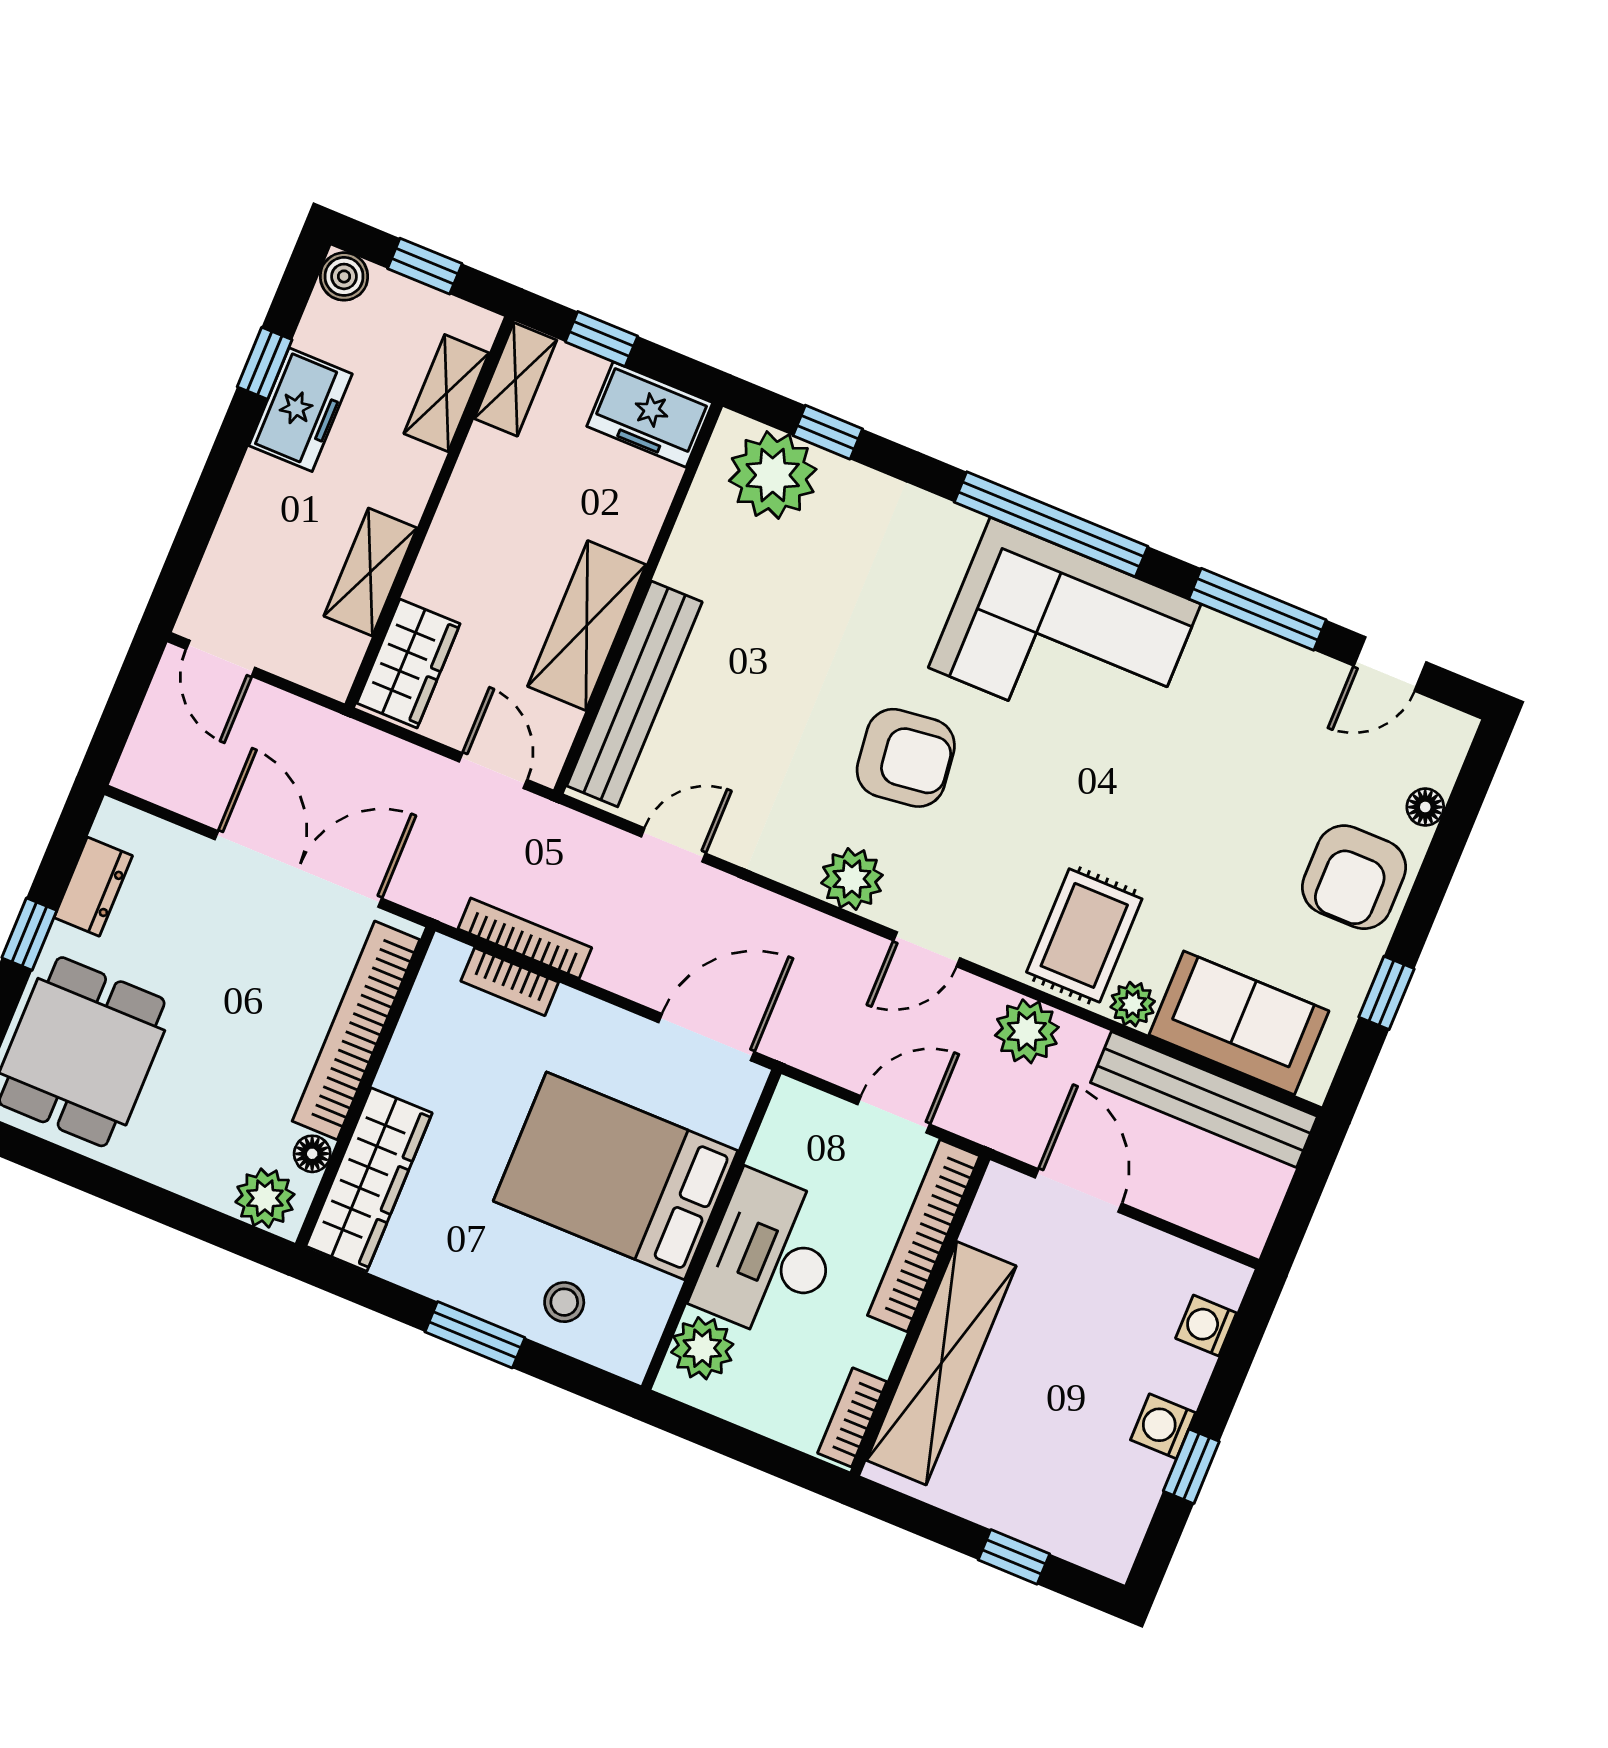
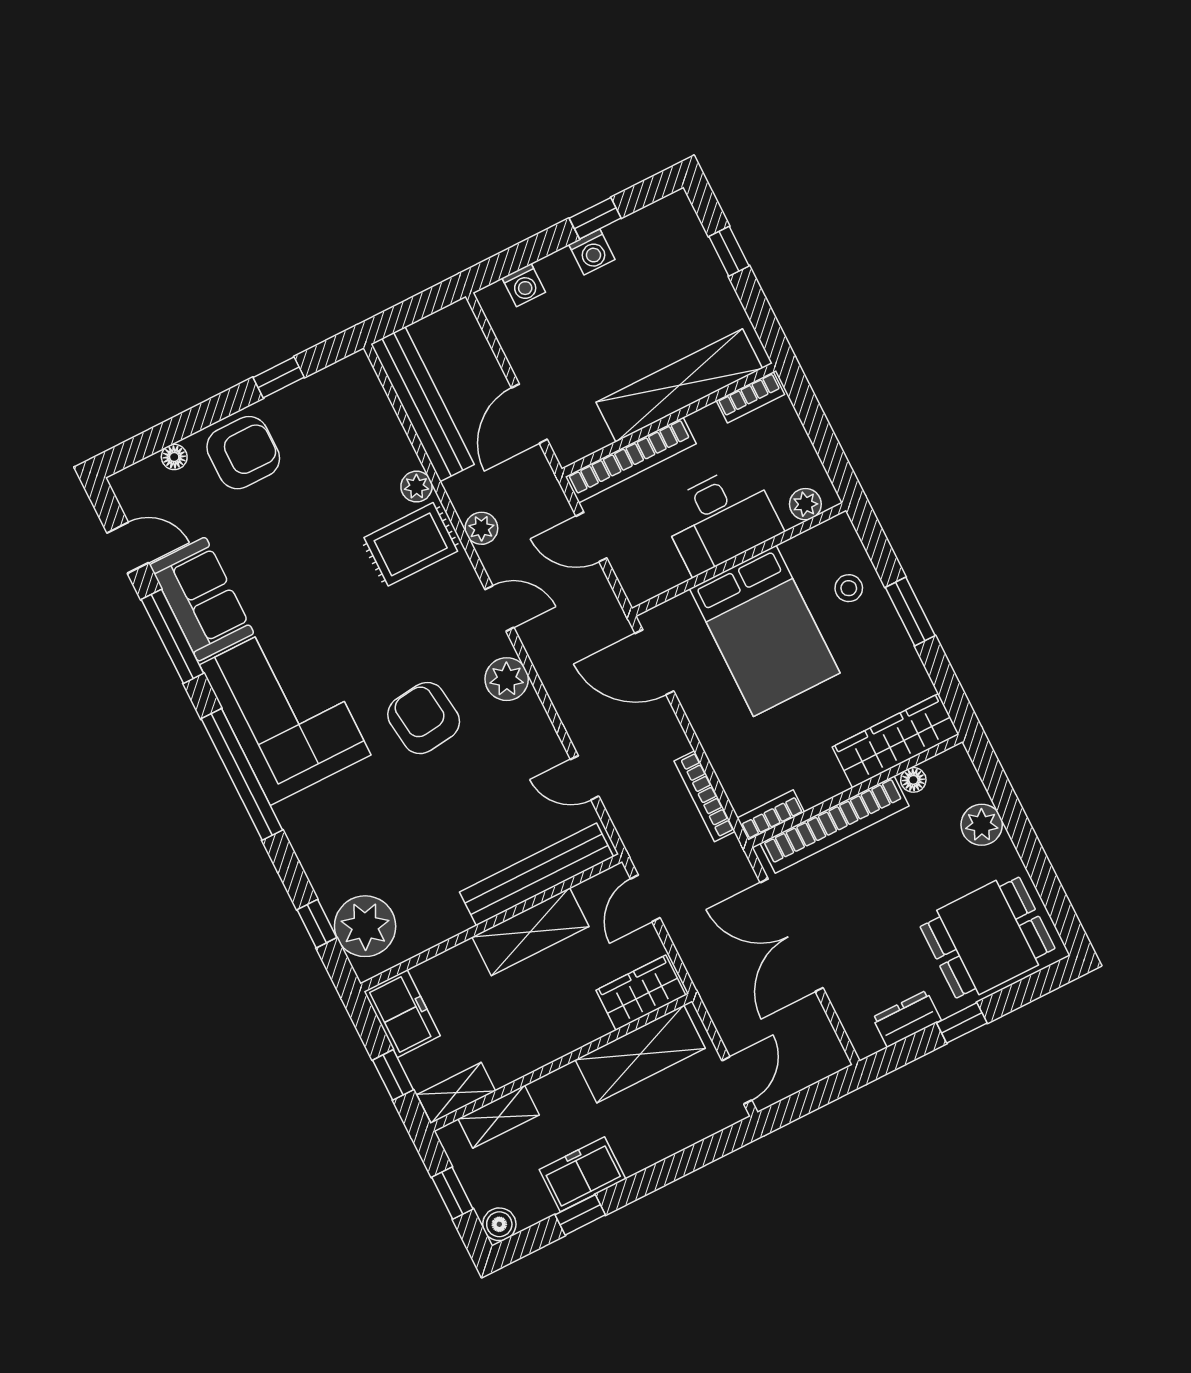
shelving: (370, 572) -> (640, 1054), width x1.50, depth x1.33
bookcase: (510, 982) -> (771, 815), moved, turned -90
sofa: (1239, 1023) -> (202, 599), moved, turned 180
plant: (1027, 1031) -> (481, 528), width x0.73, depth x0.73
plant: (265, 1198) -> (982, 825), moved
plant: (702, 1348) -> (805, 504), width x0.73, depth x0.73

